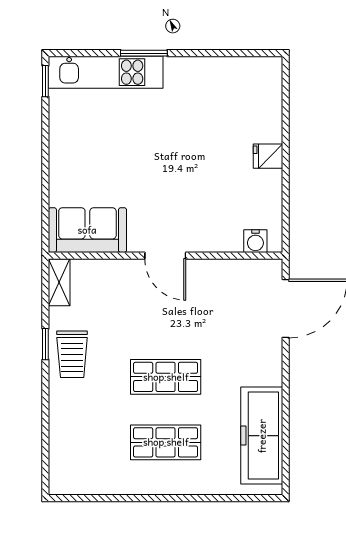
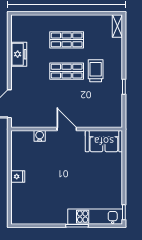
water cooler: (255, 241) -> (40, 136), moved
shelving: (59, 282) -> (117, 26), moved
trolley: (72, 354) -> (96, 71), moved
freezer: (262, 436) -> (19, 54), width x0.52, depth x0.79

